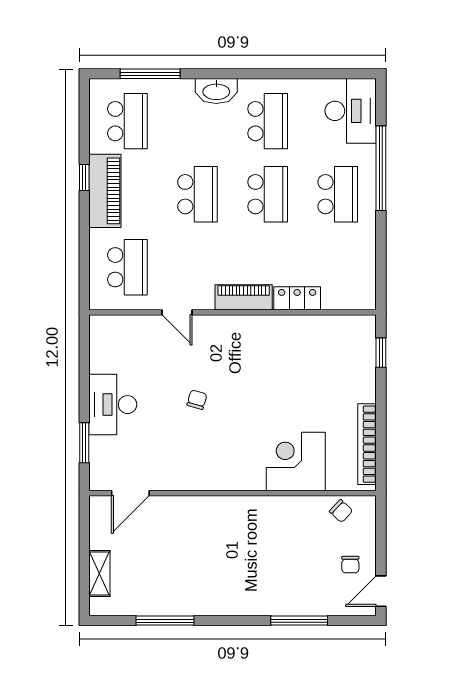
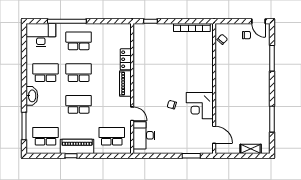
door: (177, 312) -> (132, 114), hinge flipped
desk: (113, 405) -> (144, 135), moved, turned 90
corner desk: (296, 461) -> (200, 106), moved

